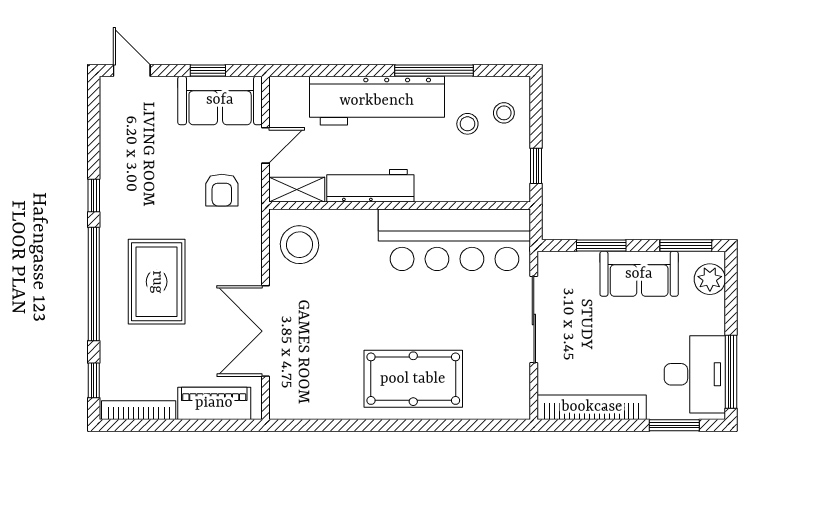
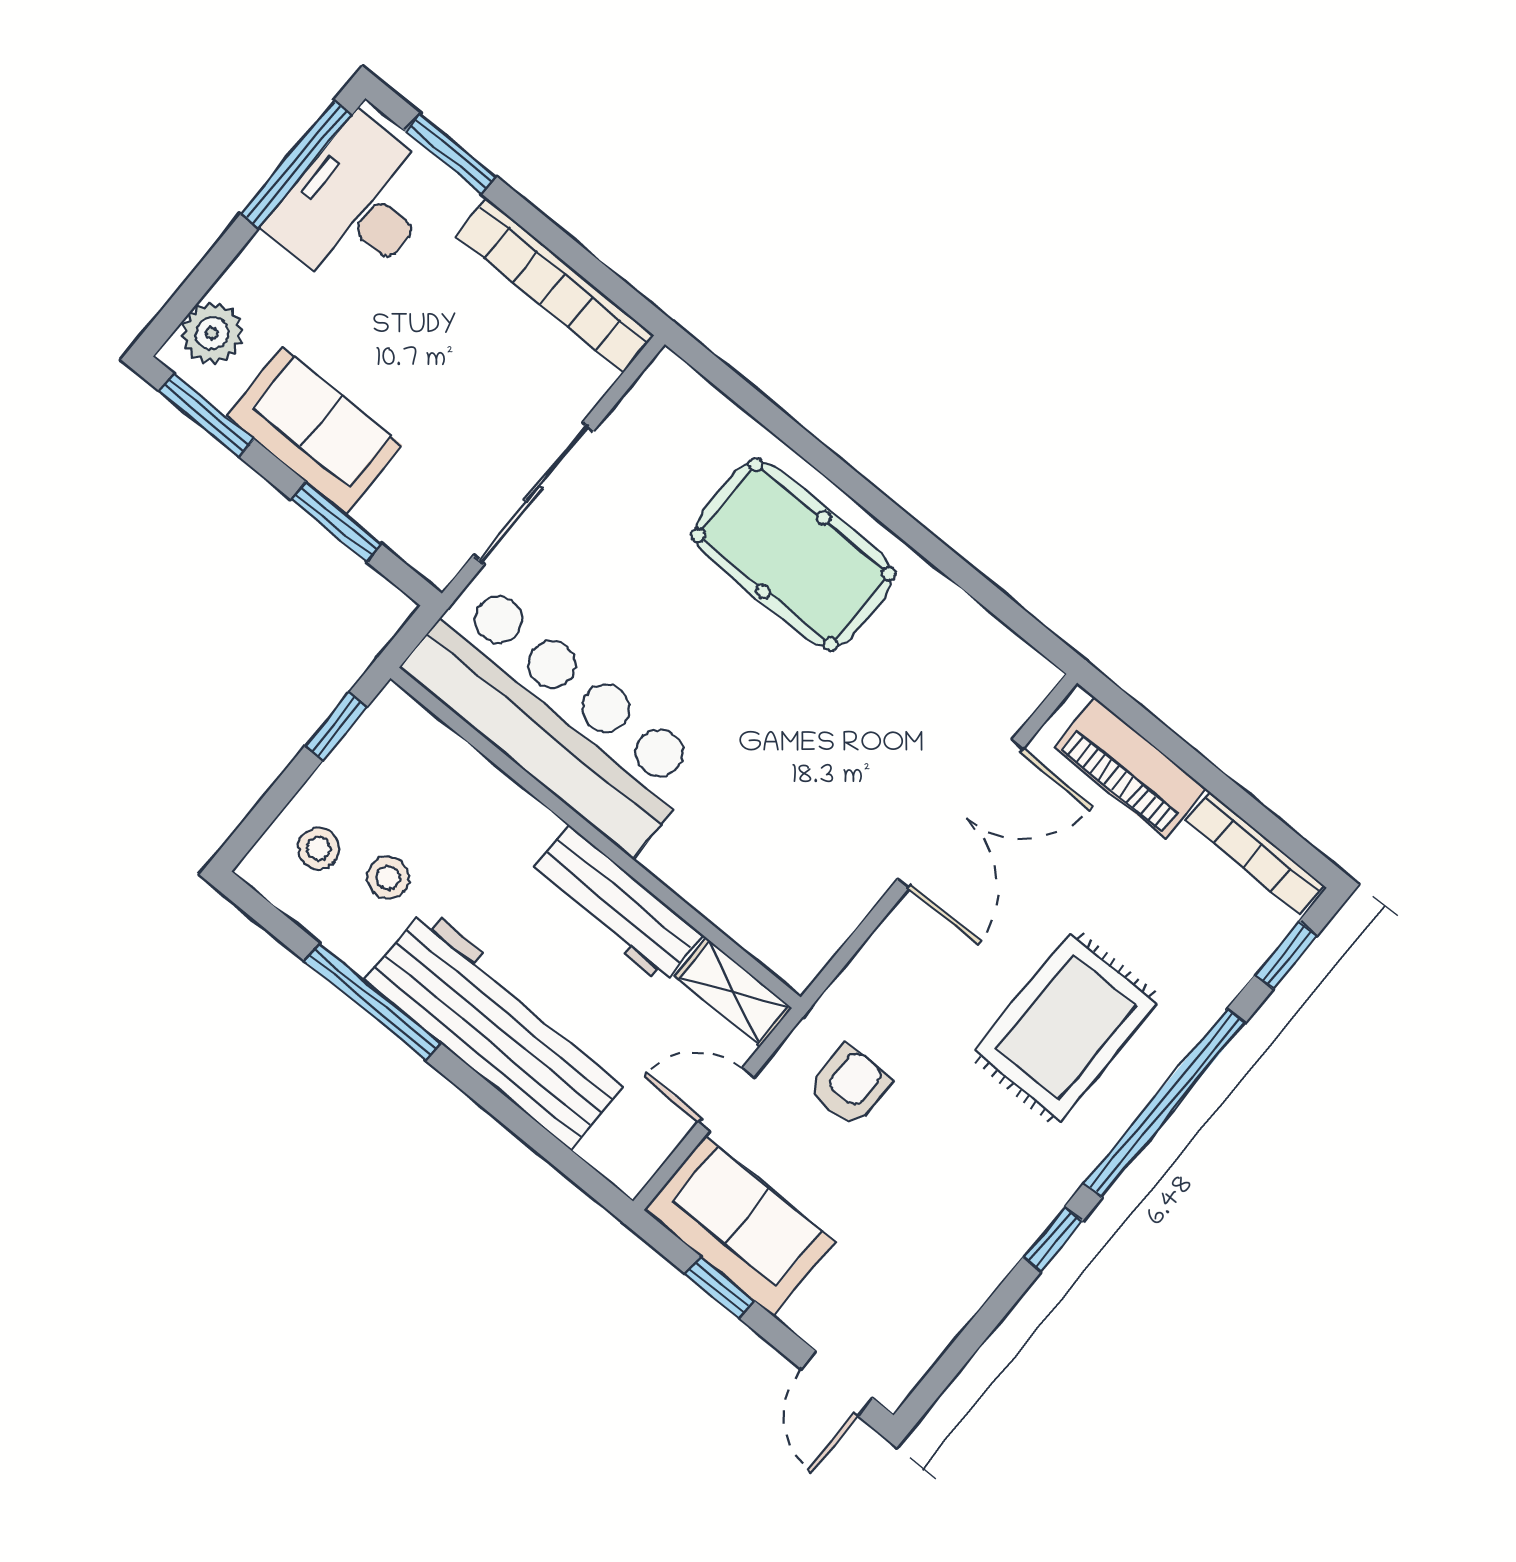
stool: (300, 245) -> (799, 904), removed

